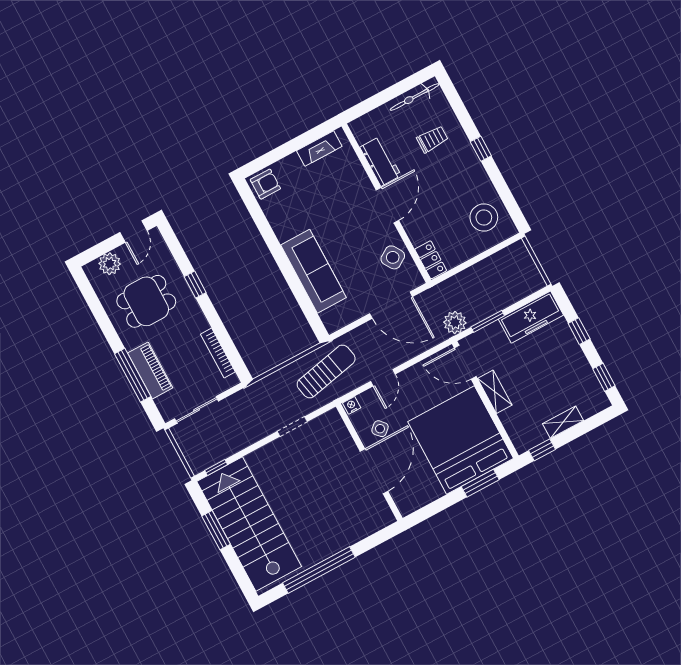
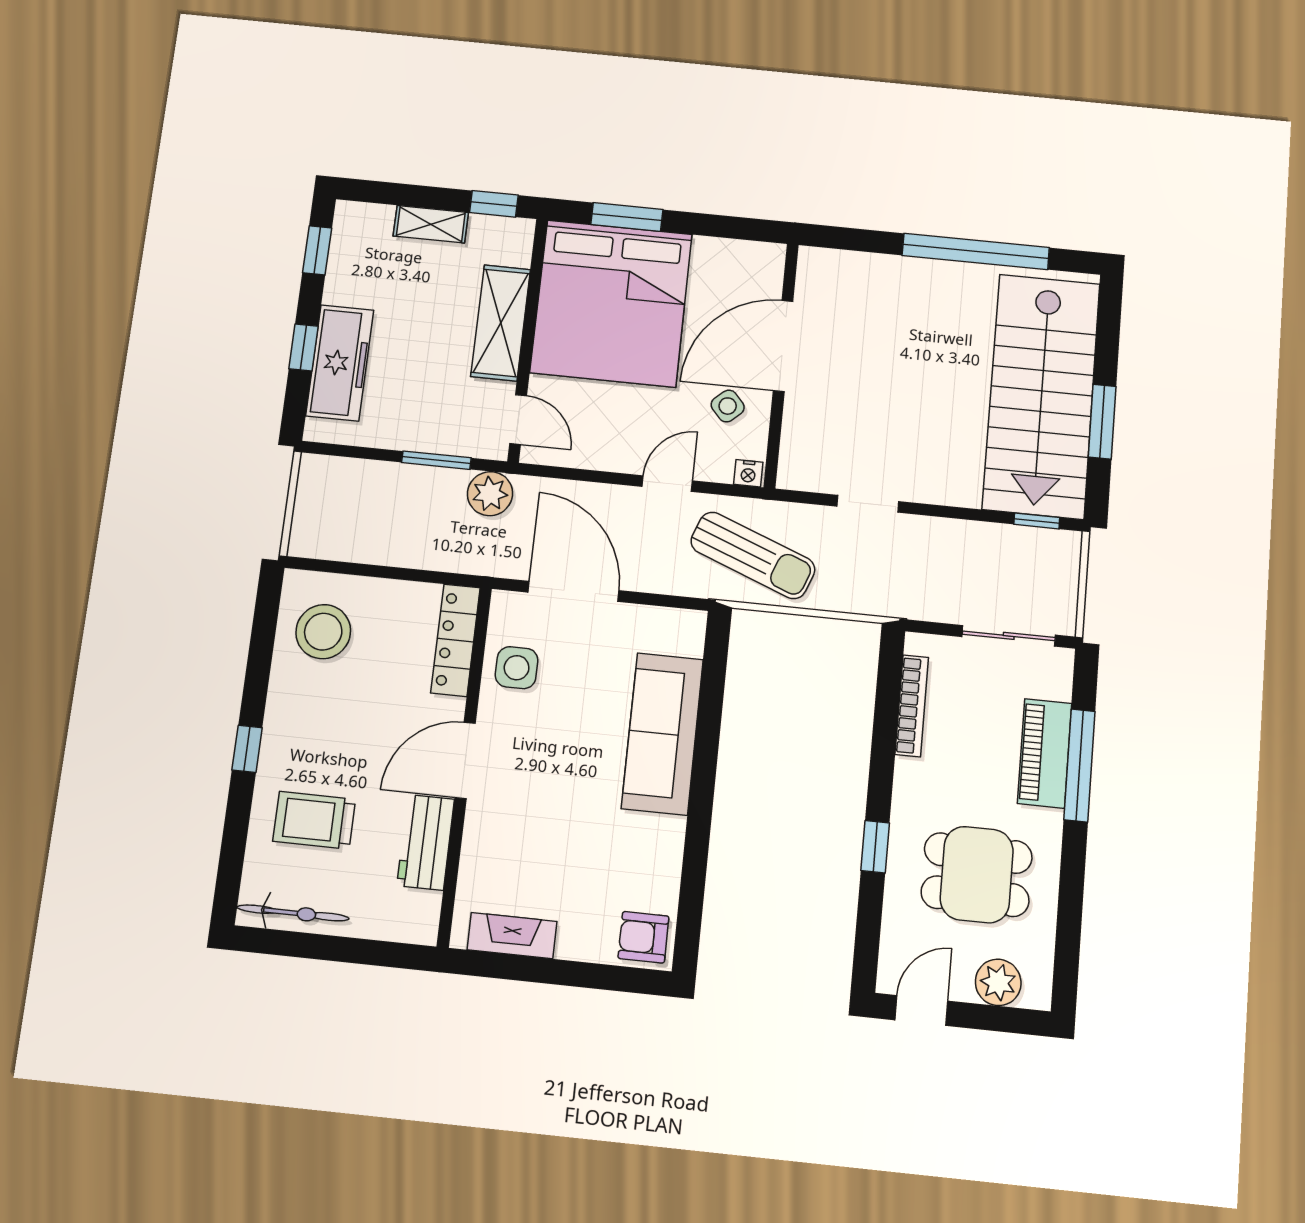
trolley: (432, 139) -> (314, 820), width x1.36, depth x1.39
side table: (393, 257) -> (517, 668), turned 33
locker: (431, 260) -> (455, 640), width x1.53
freezer: (531, 317) -> (340, 363), moved, turned 90
door: (465, 362) -> (518, 420), width x0.73
sun lounger: (326, 371) -> (753, 555), turned -147
shelving: (495, 392) -> (501, 323), width x1.50, depth x1.33

